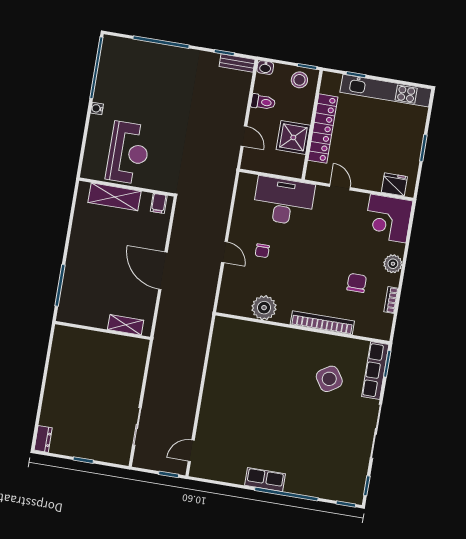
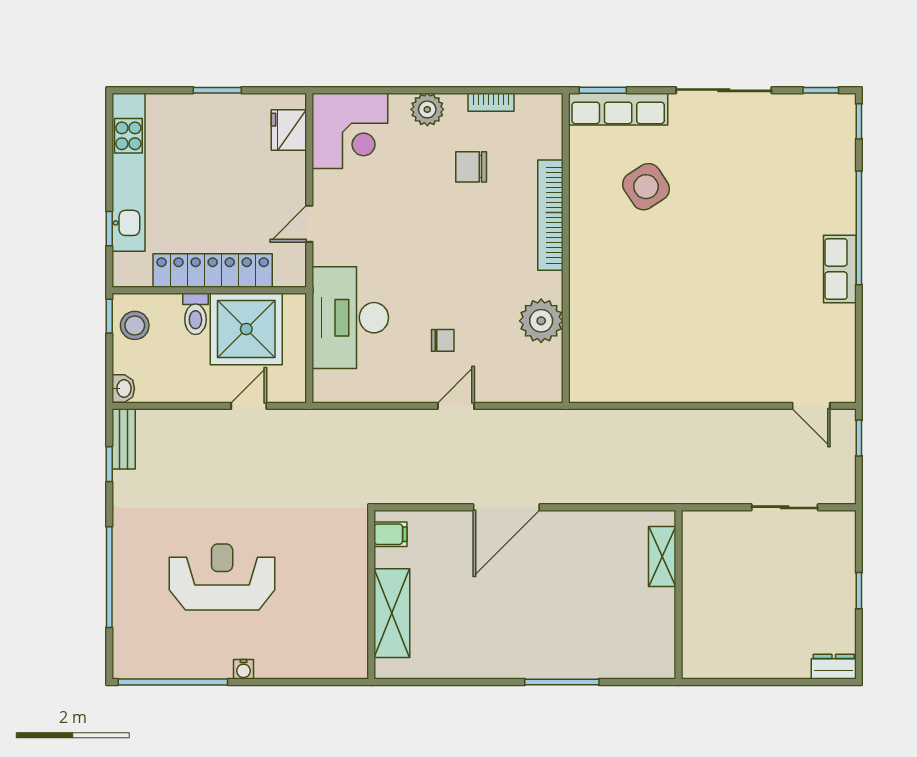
toilet: (263, 102) -> (195, 314), moved, turned 180
shower: (293, 137) -> (246, 329), width x1.37, depth x1.37
reception desk: (128, 153) -> (222, 577), moved
shelving: (126, 325) -> (662, 556), moved
wall: (103, 330) -> (678, 595), moved

